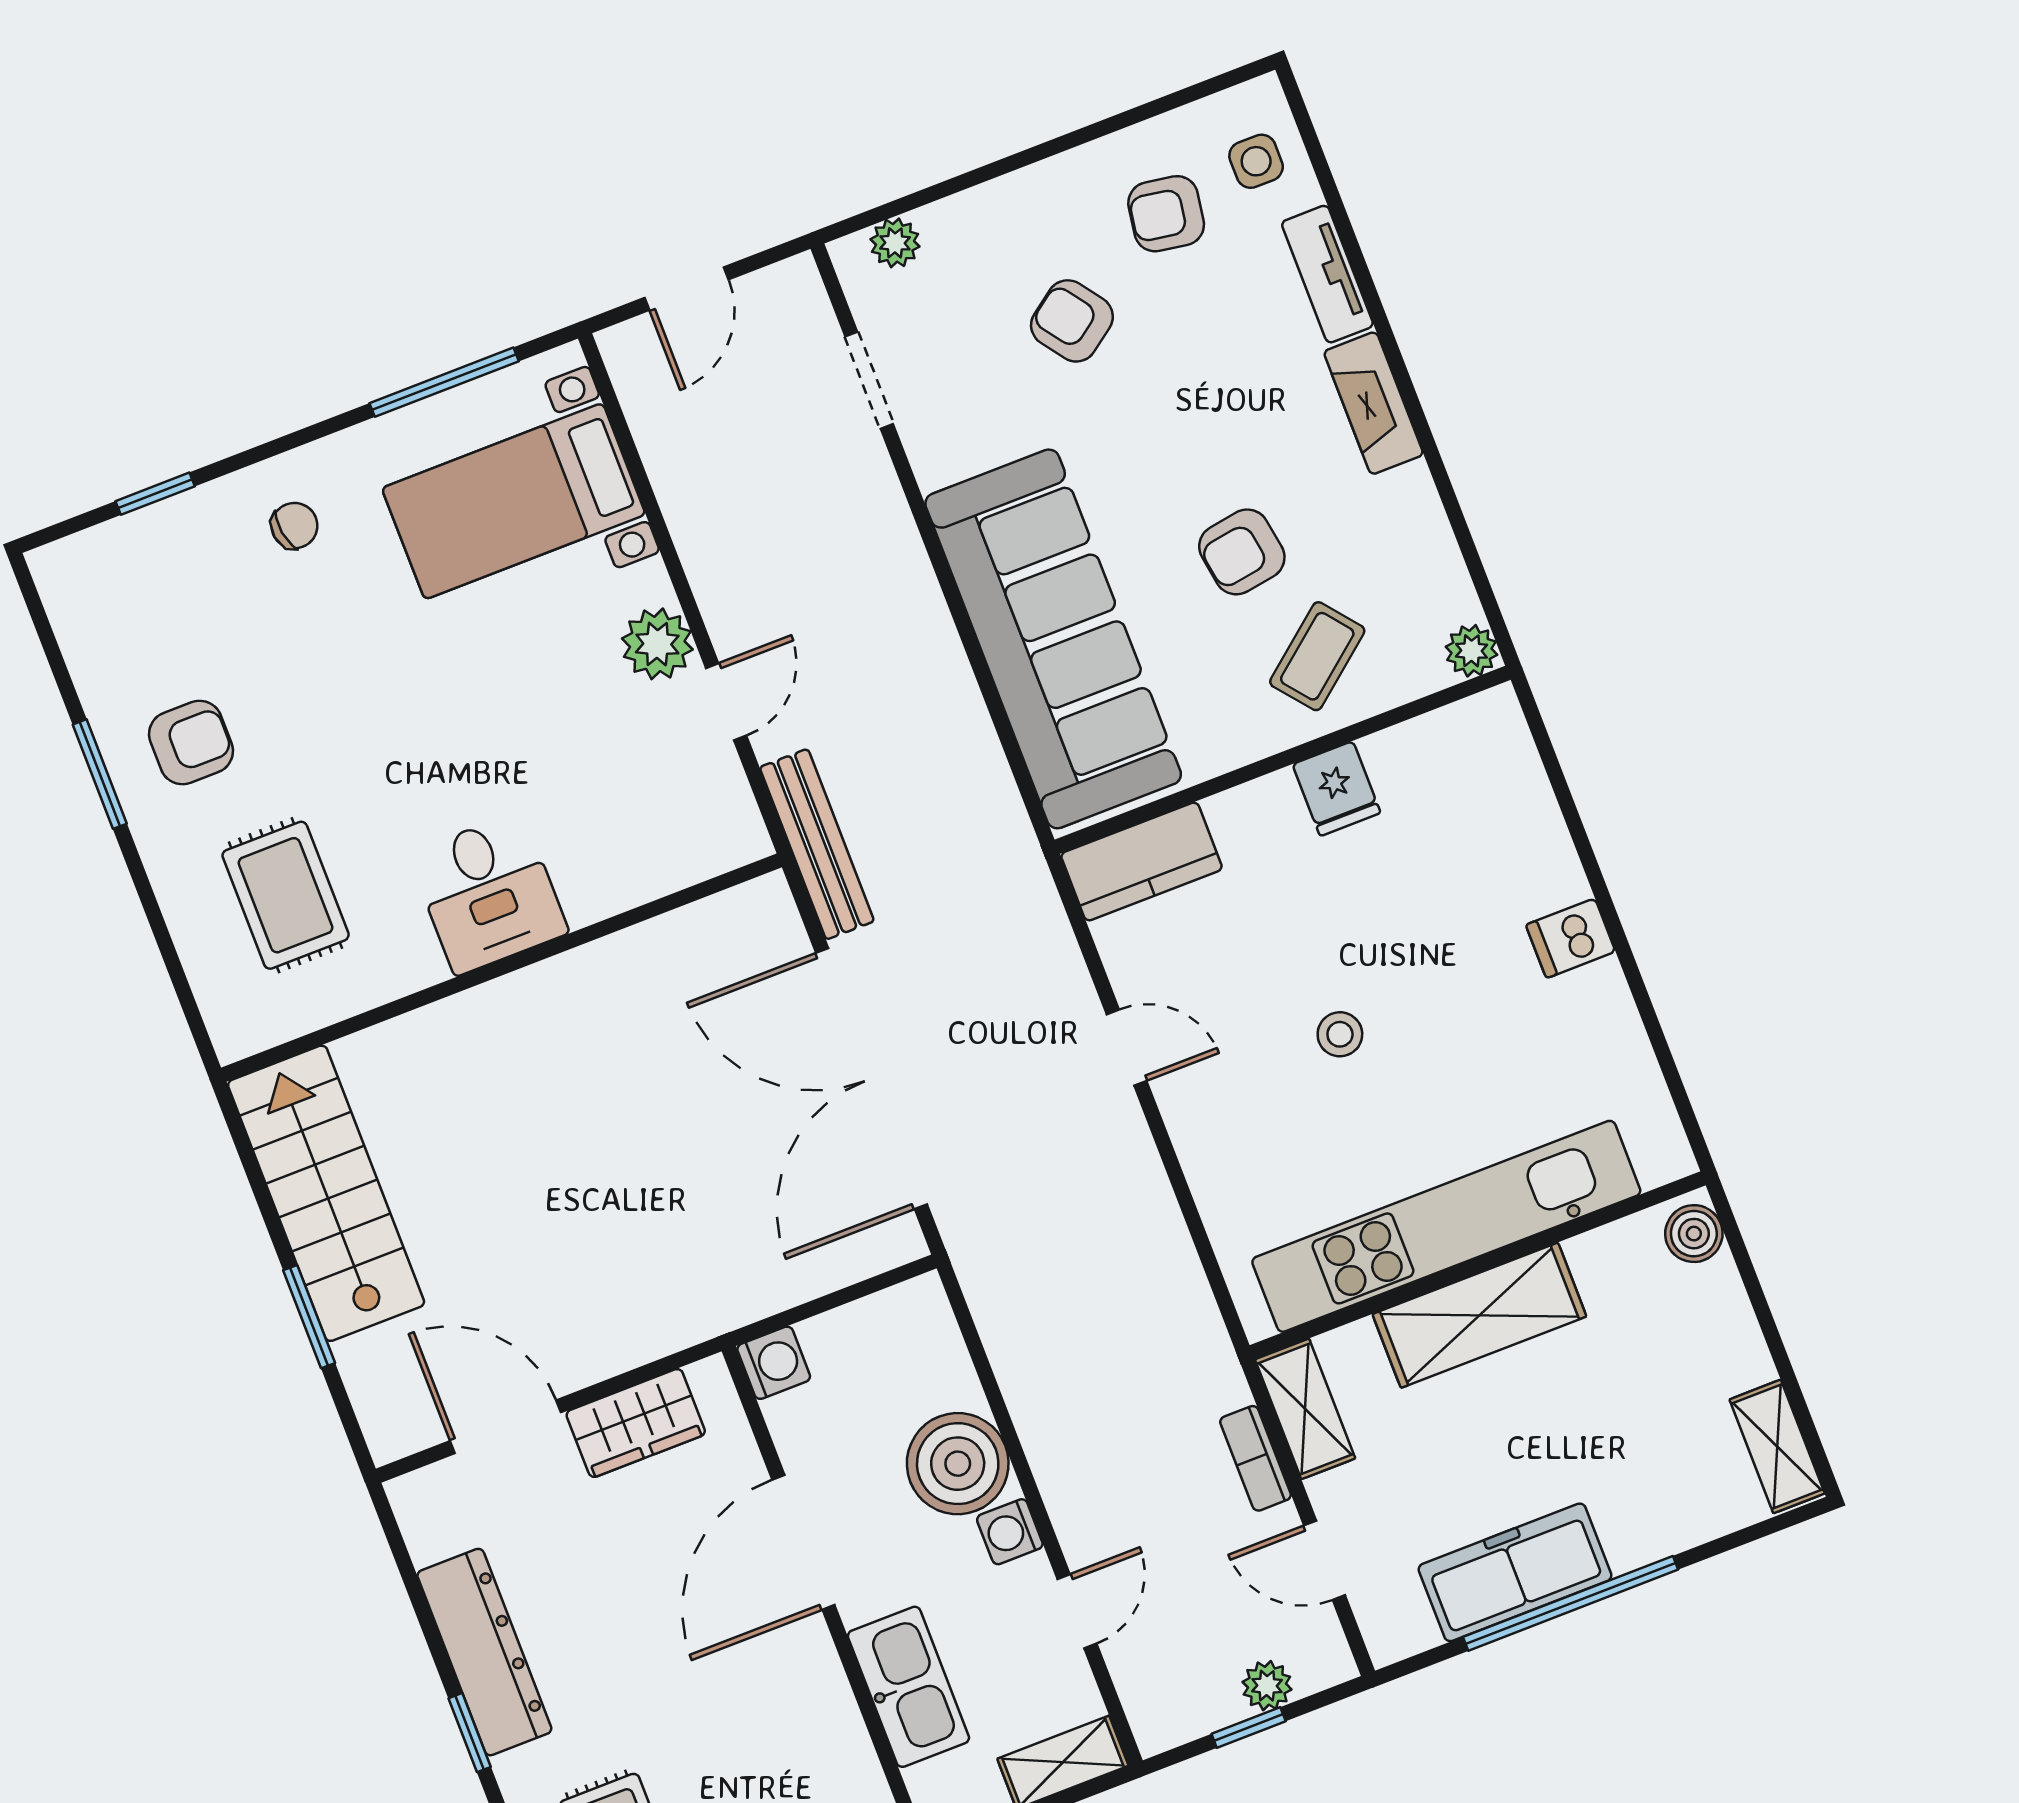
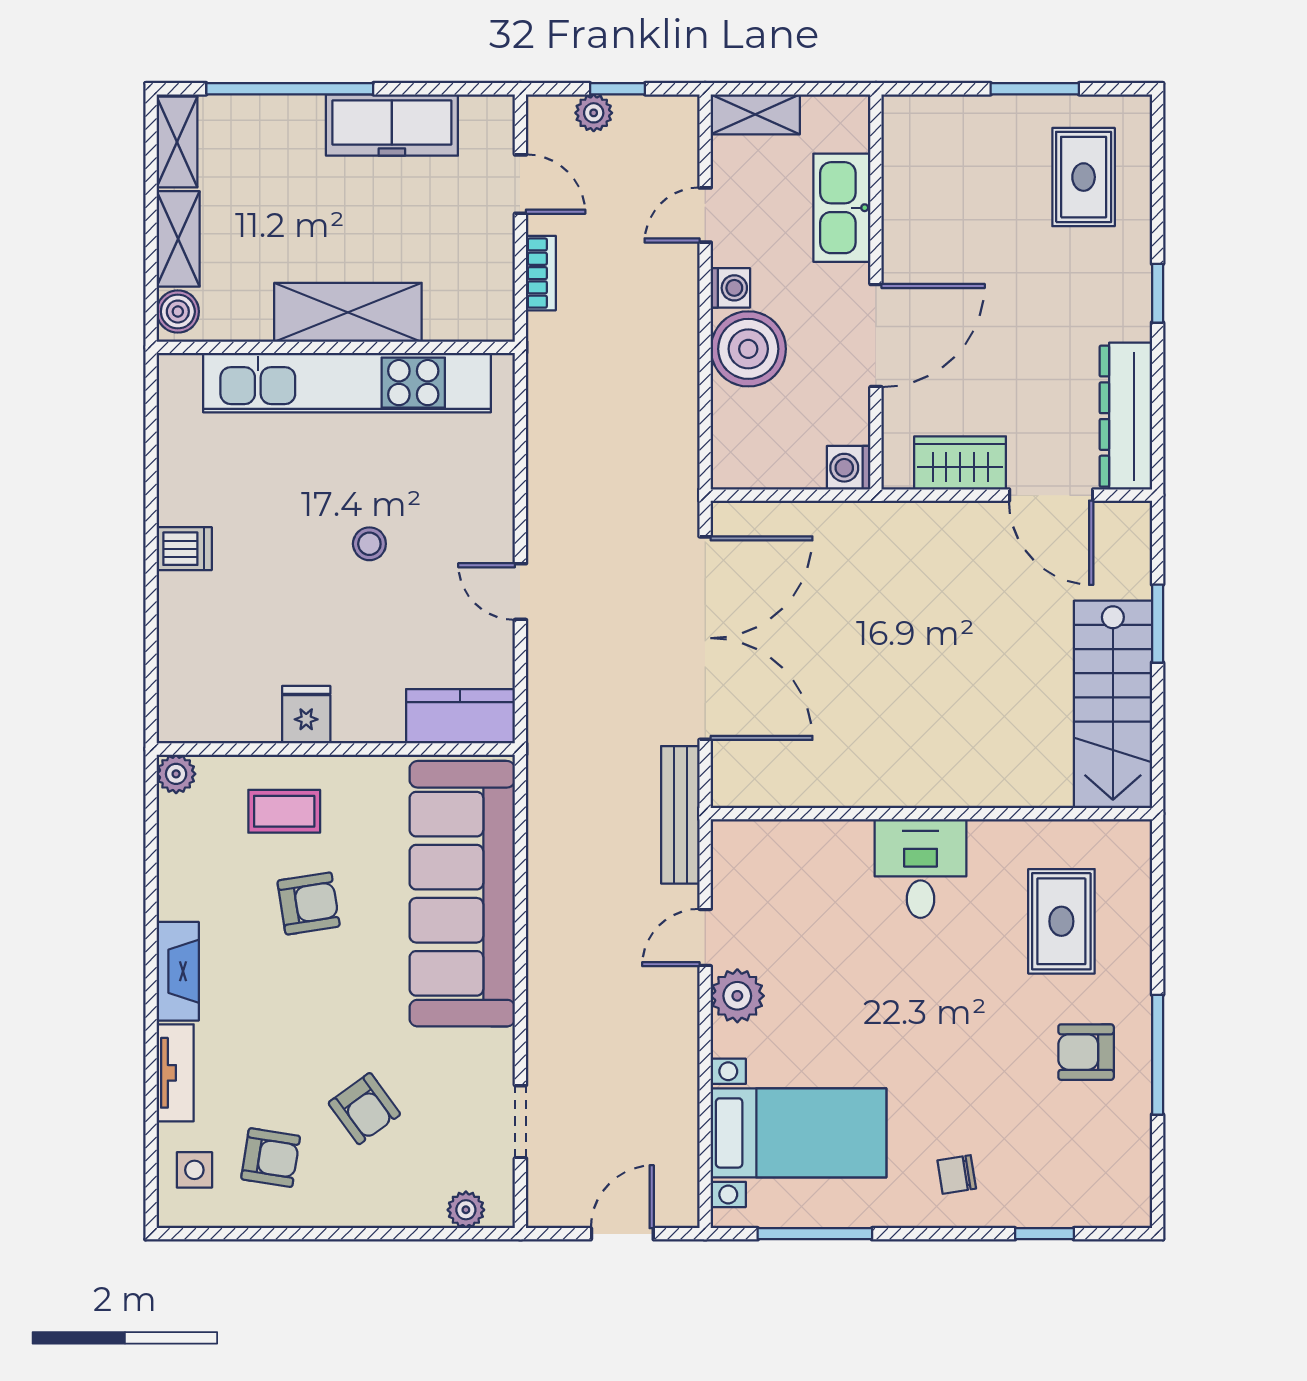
coffee table: (1317, 656) -> (284, 811), turned 39
window: (100, 774) -> (1158, 1055), width x1.44
shelving: (1305, 1409) -> (178, 239), moved
window: (1571, 1603) -> (290, 89), moved
dresser: (484, 1652) -> (1126, 416), moved

